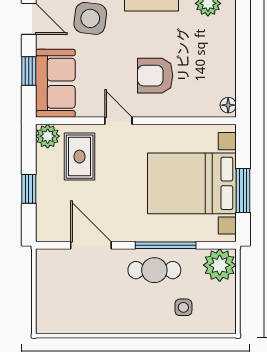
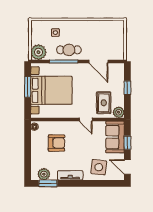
armchair: (155, 76) -> (57, 143), moved

